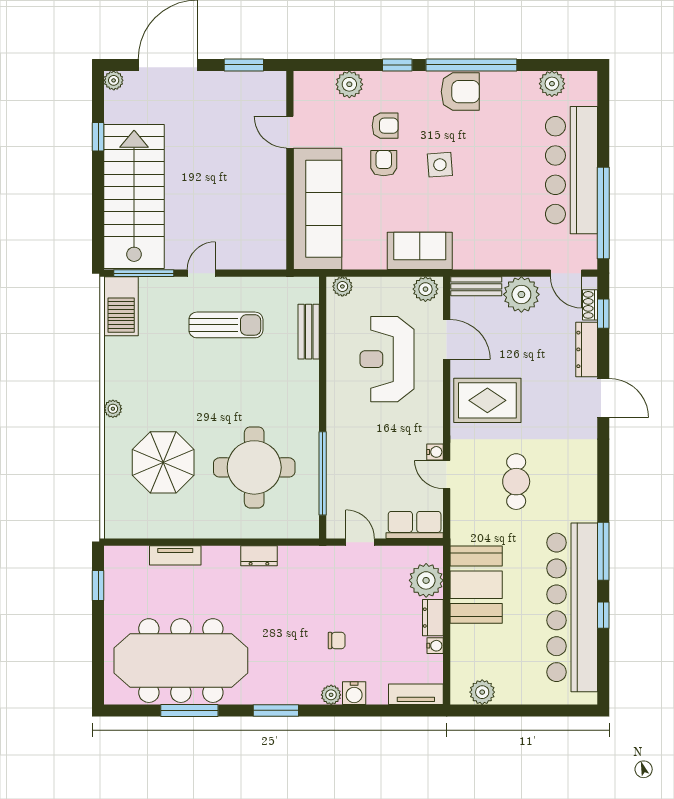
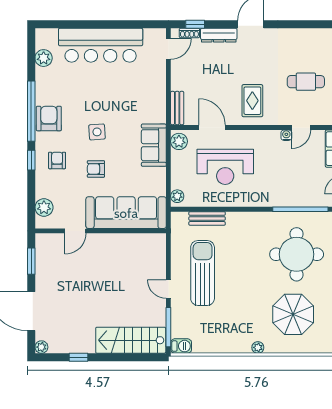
plant: (349, 84) -> (44, 207), moved
armchair: (385, 126) -> (57, 160), moved
stairs: (134, 197) -> (131, 340), width x0.73, depth x0.66
window: (603, 213) -> (129, 24), removed
plant: (521, 294) -> (183, 78), removed
barbecue: (121, 306) -> (181, 346), width x0.53, depth x0.65
sun lounger: (226, 325) -> (203, 273), width x1.36, depth x1.34
door: (447, 339) -> (212, 128), hinge flipped
rug: (487, 400) -> (252, 101), width x0.73, depth x0.70

